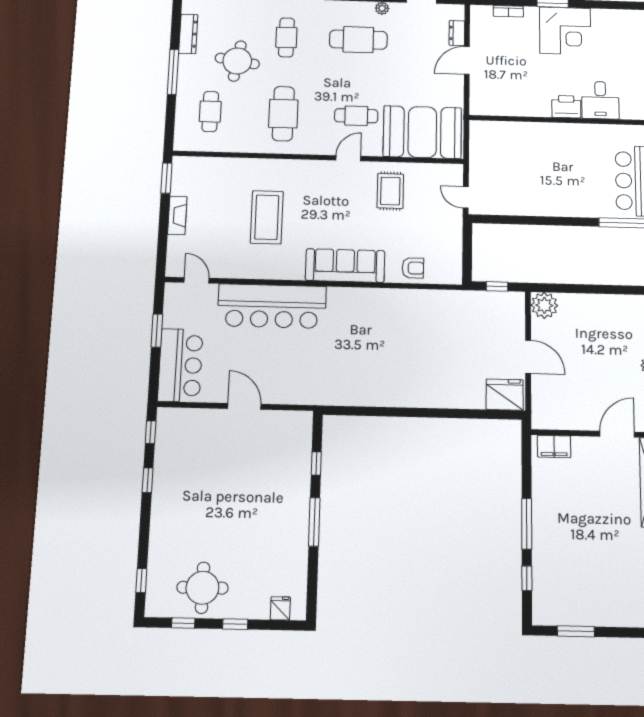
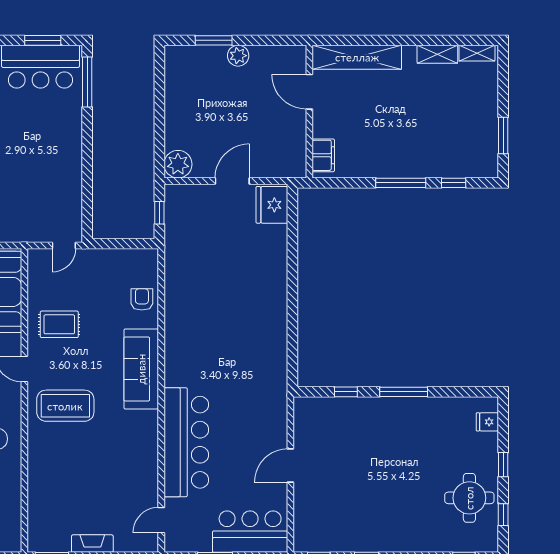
coffee table: (267, 217) -> (65, 406), moved

